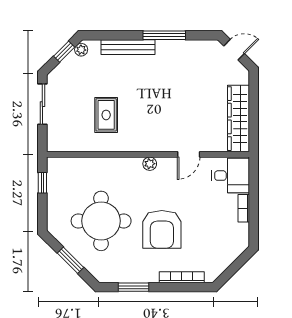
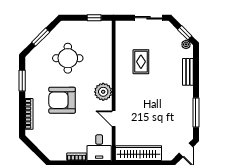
window: (164, 35) -> (196, 112), moved
bench: (128, 47) -> (188, 72), width x0.73
rug: (106, 115) -> (141, 62), turned 90
plant: (150, 164) -> (103, 92), width x1.88, depth x1.88
round table: (101, 221) -> (68, 58), width x0.73, depth x0.73

